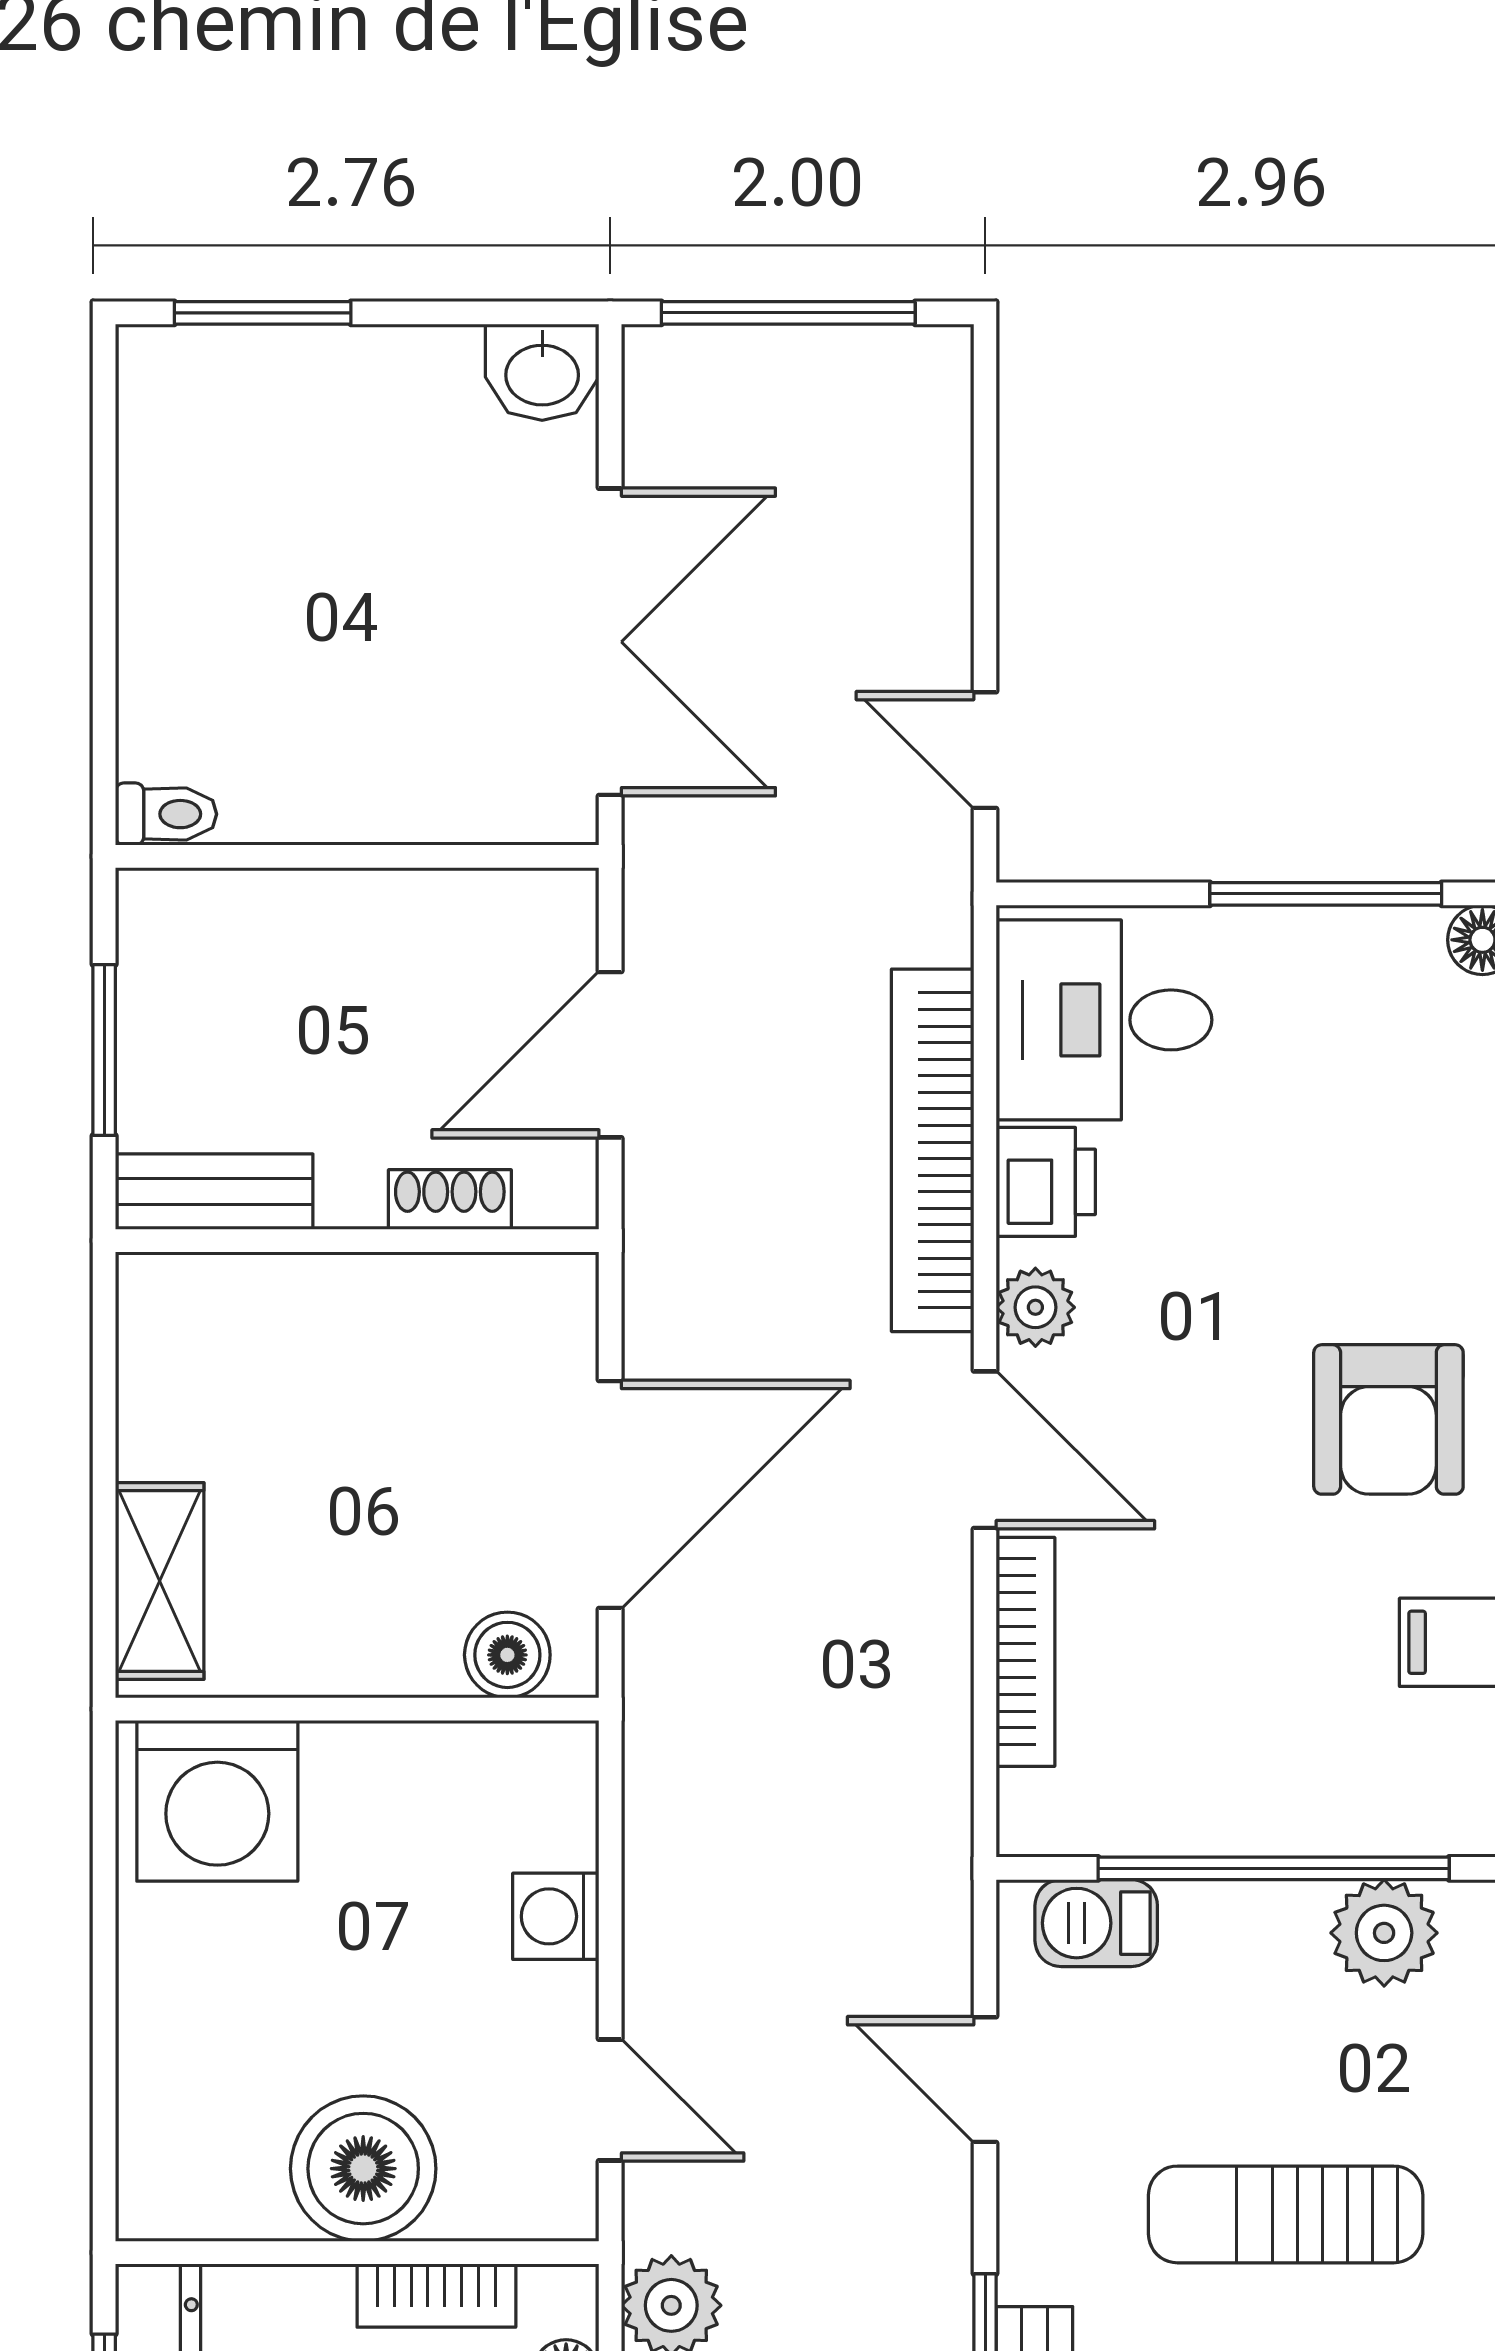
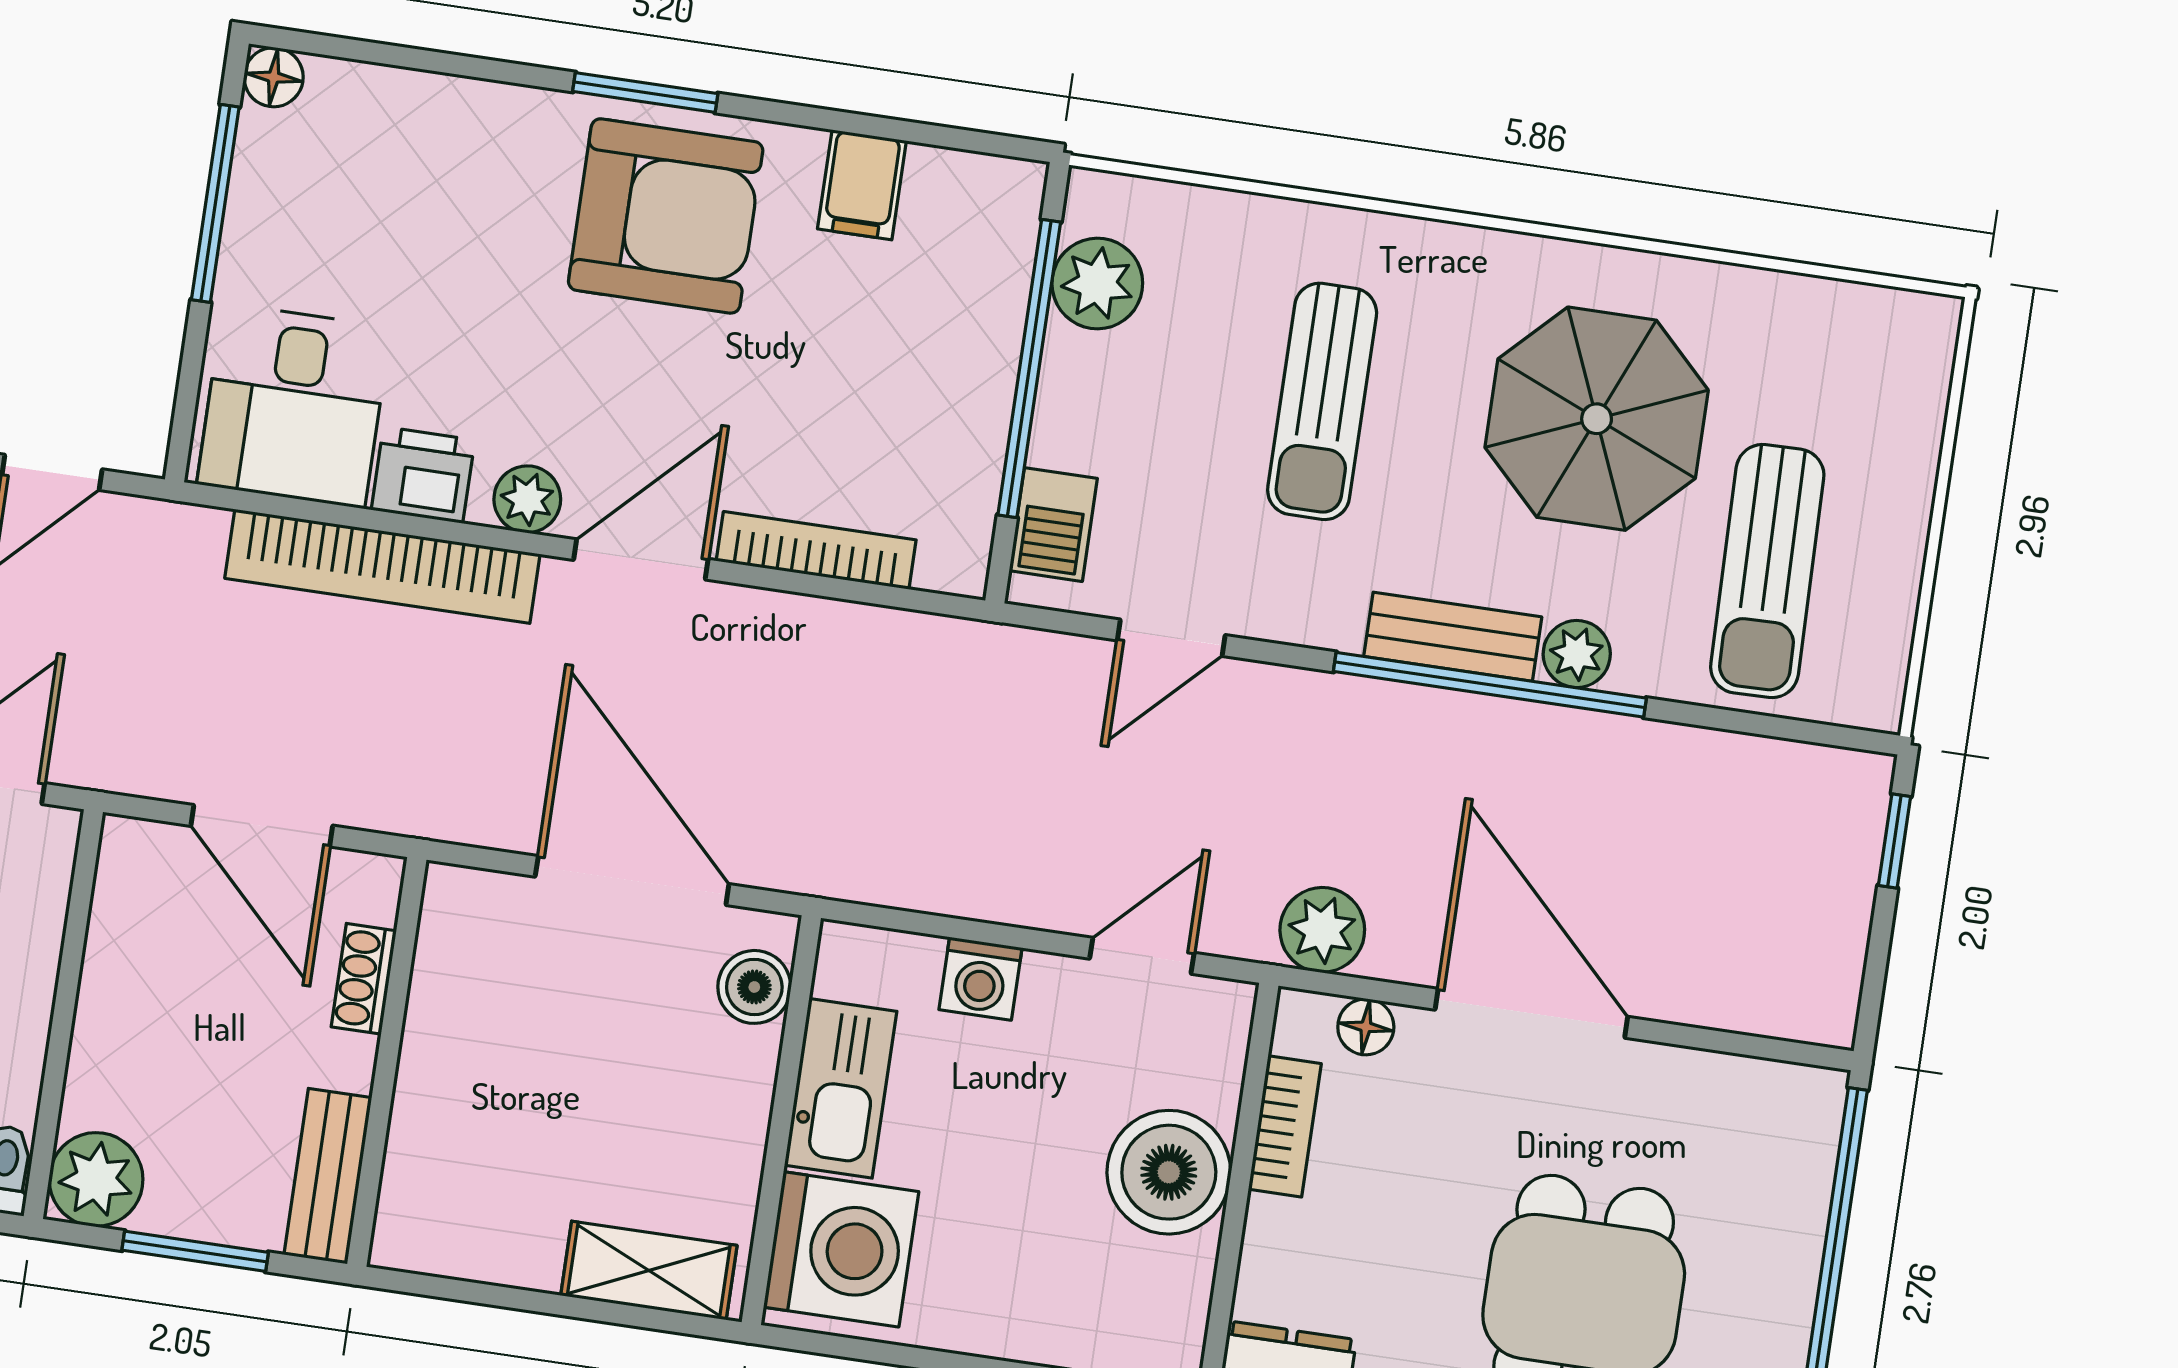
plant: (171, 923) -> (96, 1179), added
armchair: (1388, 1419) -> (666, 216), width x1.36, depth x1.36
kitchen sink: (404, 1773) -> (841, 1088), added

